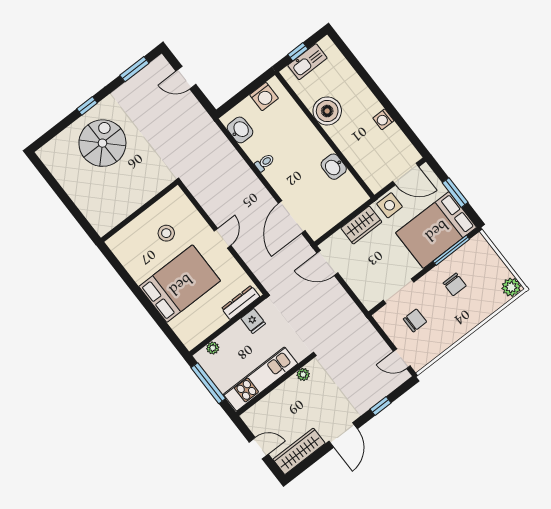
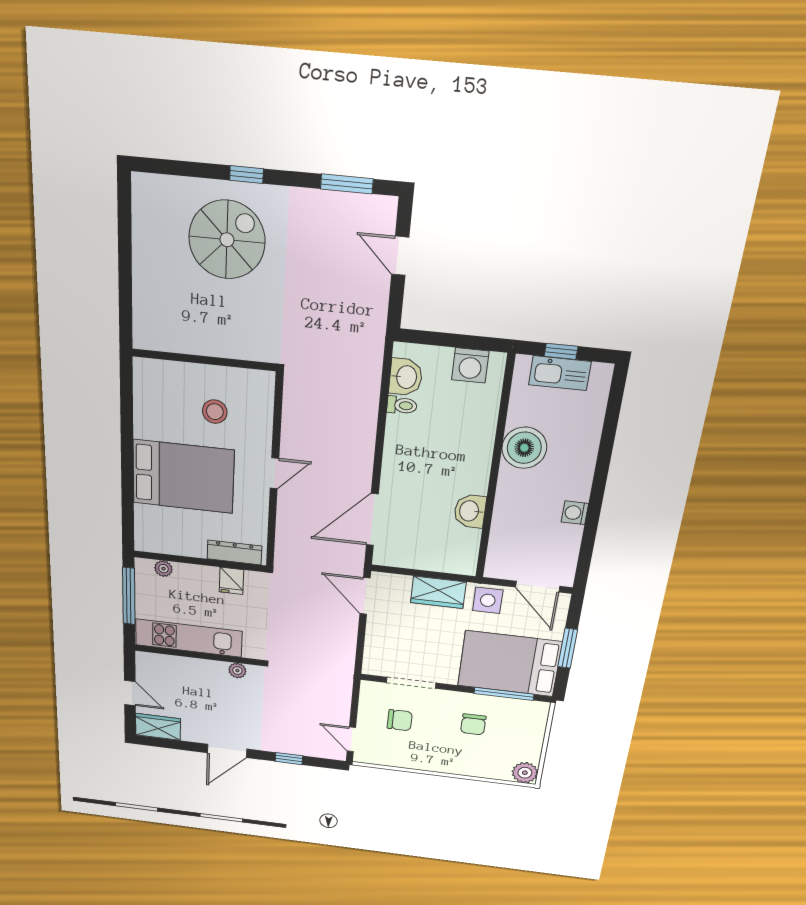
toilet: (265, 163) -> (402, 405), moved
wardrobe: (299, 451) -> (158, 727), width x0.67

